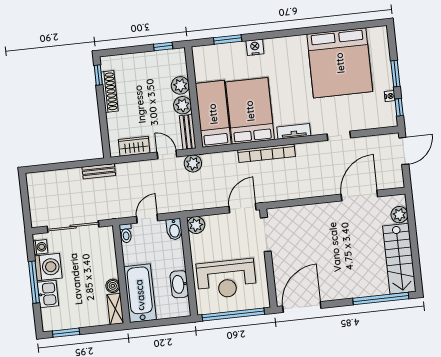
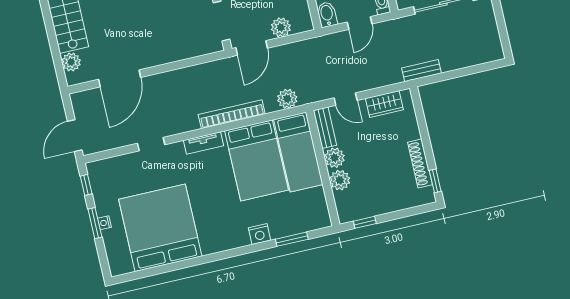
nightstand: (390, 96) -> (104, 223), moved
plant: (193, 163) -> (287, 99), moved
plant: (196, 225) -> (281, 27), moved

